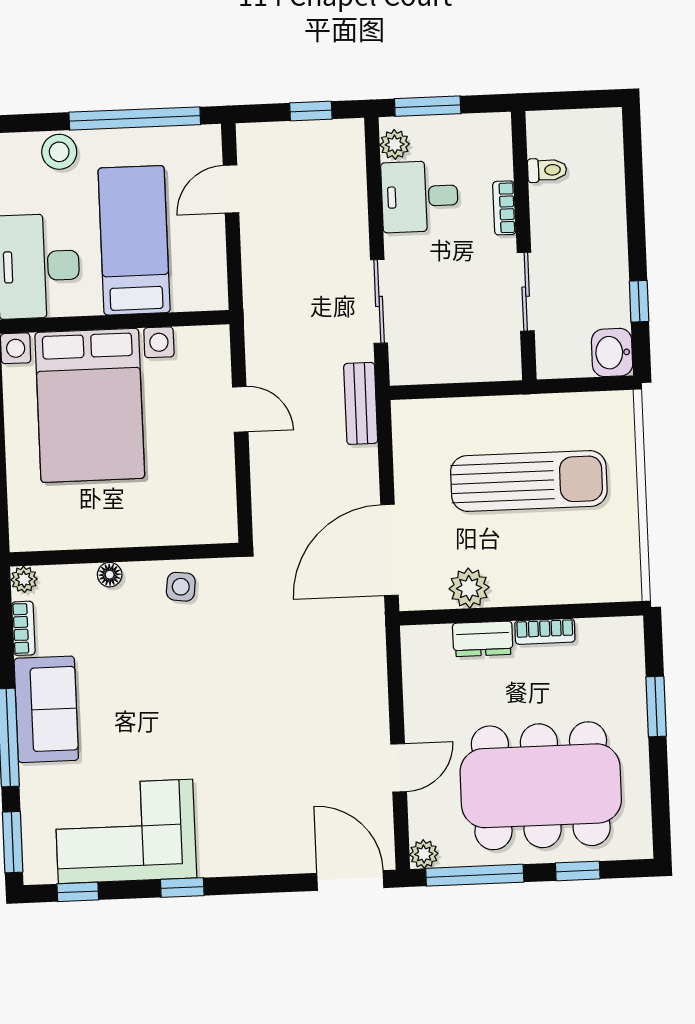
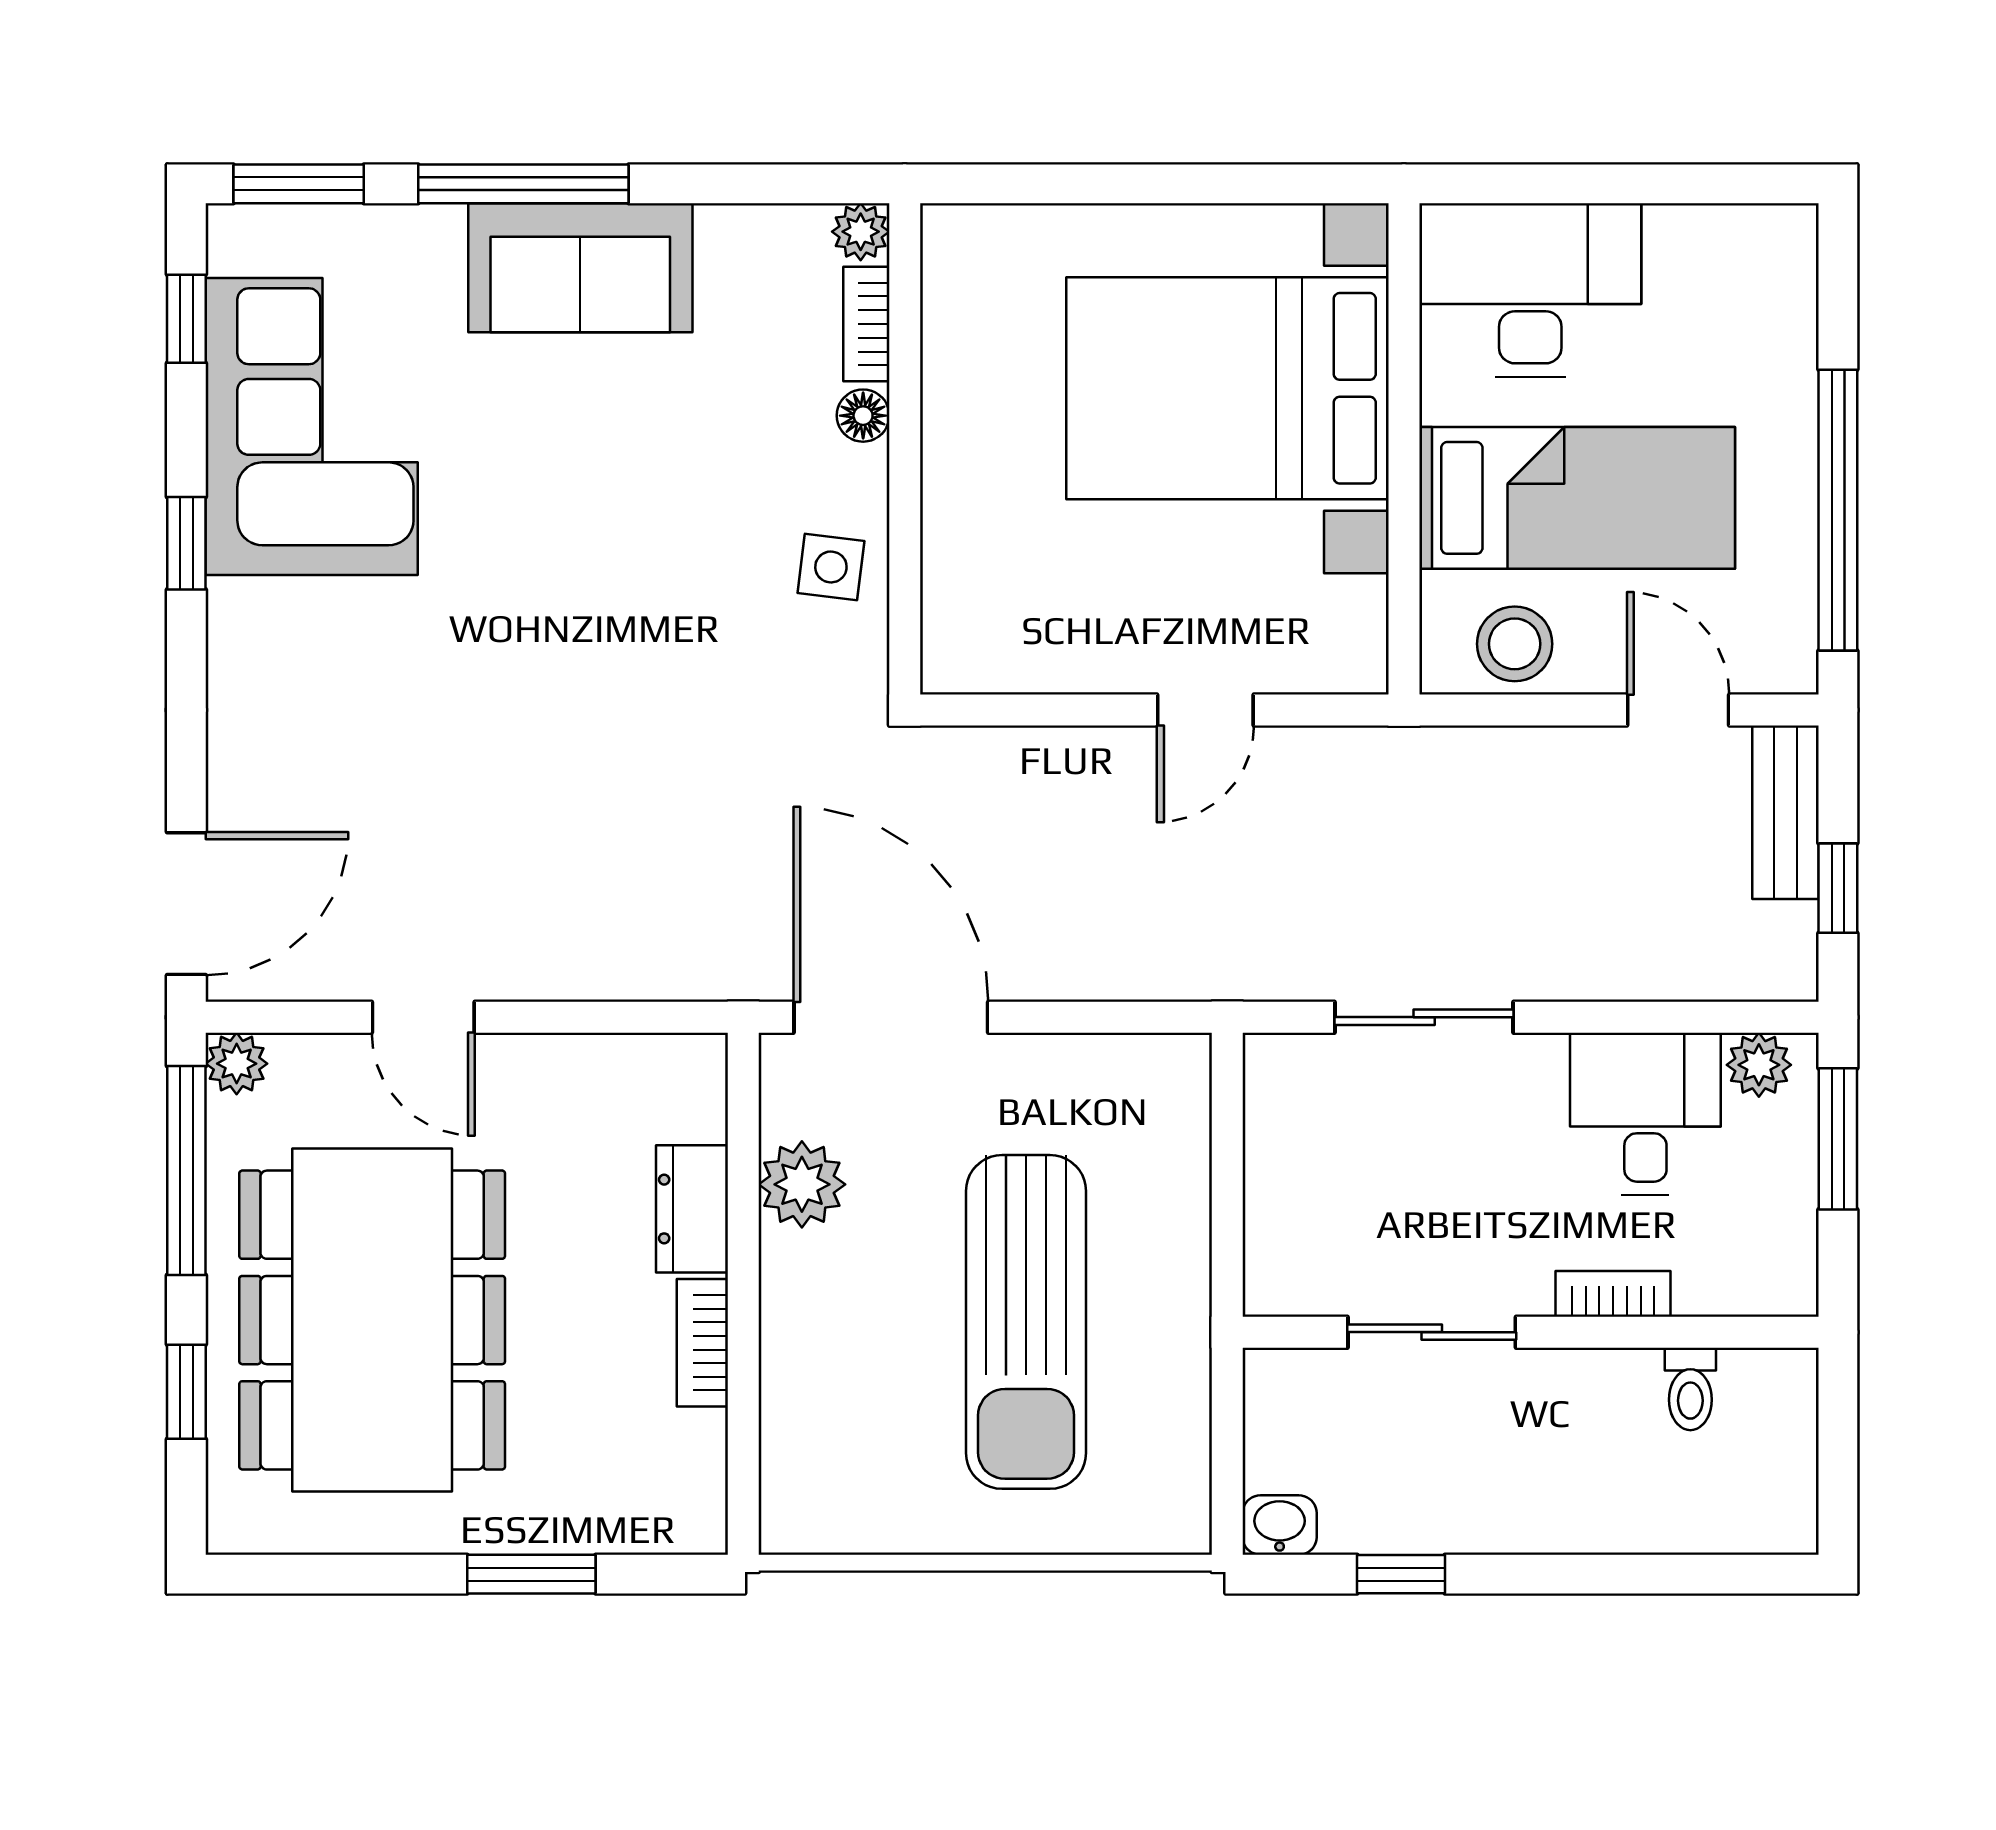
stool: (59, 152) -> (1515, 644), moved
washbasin: (612, 353) -> (1280, 1525), width x0.72, depth x0.69
bench: (361, 403) -> (1786, 812), moved, turned 90
bookcase: (23, 628) -> (866, 324), moved, turned 90

